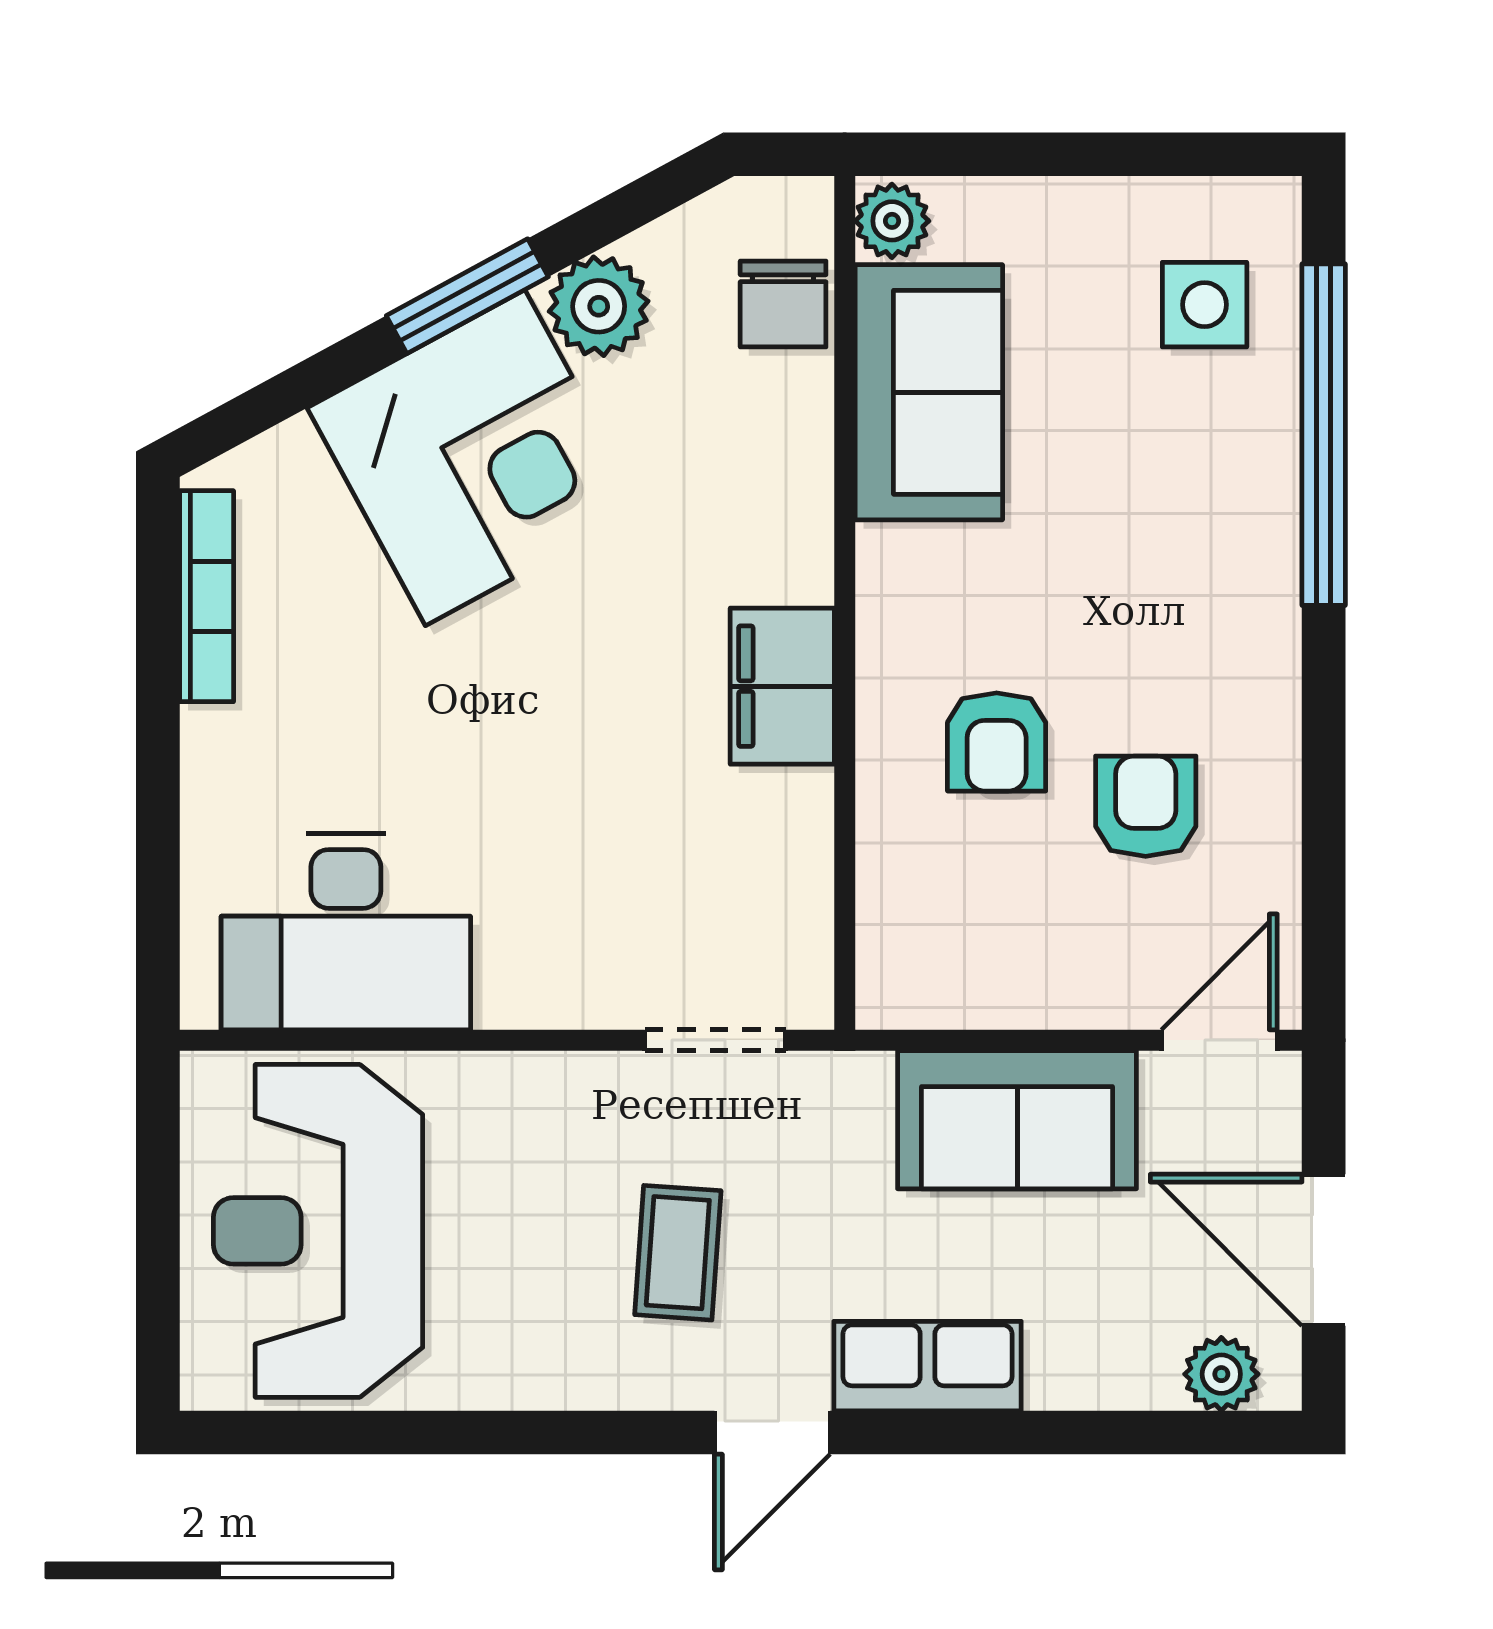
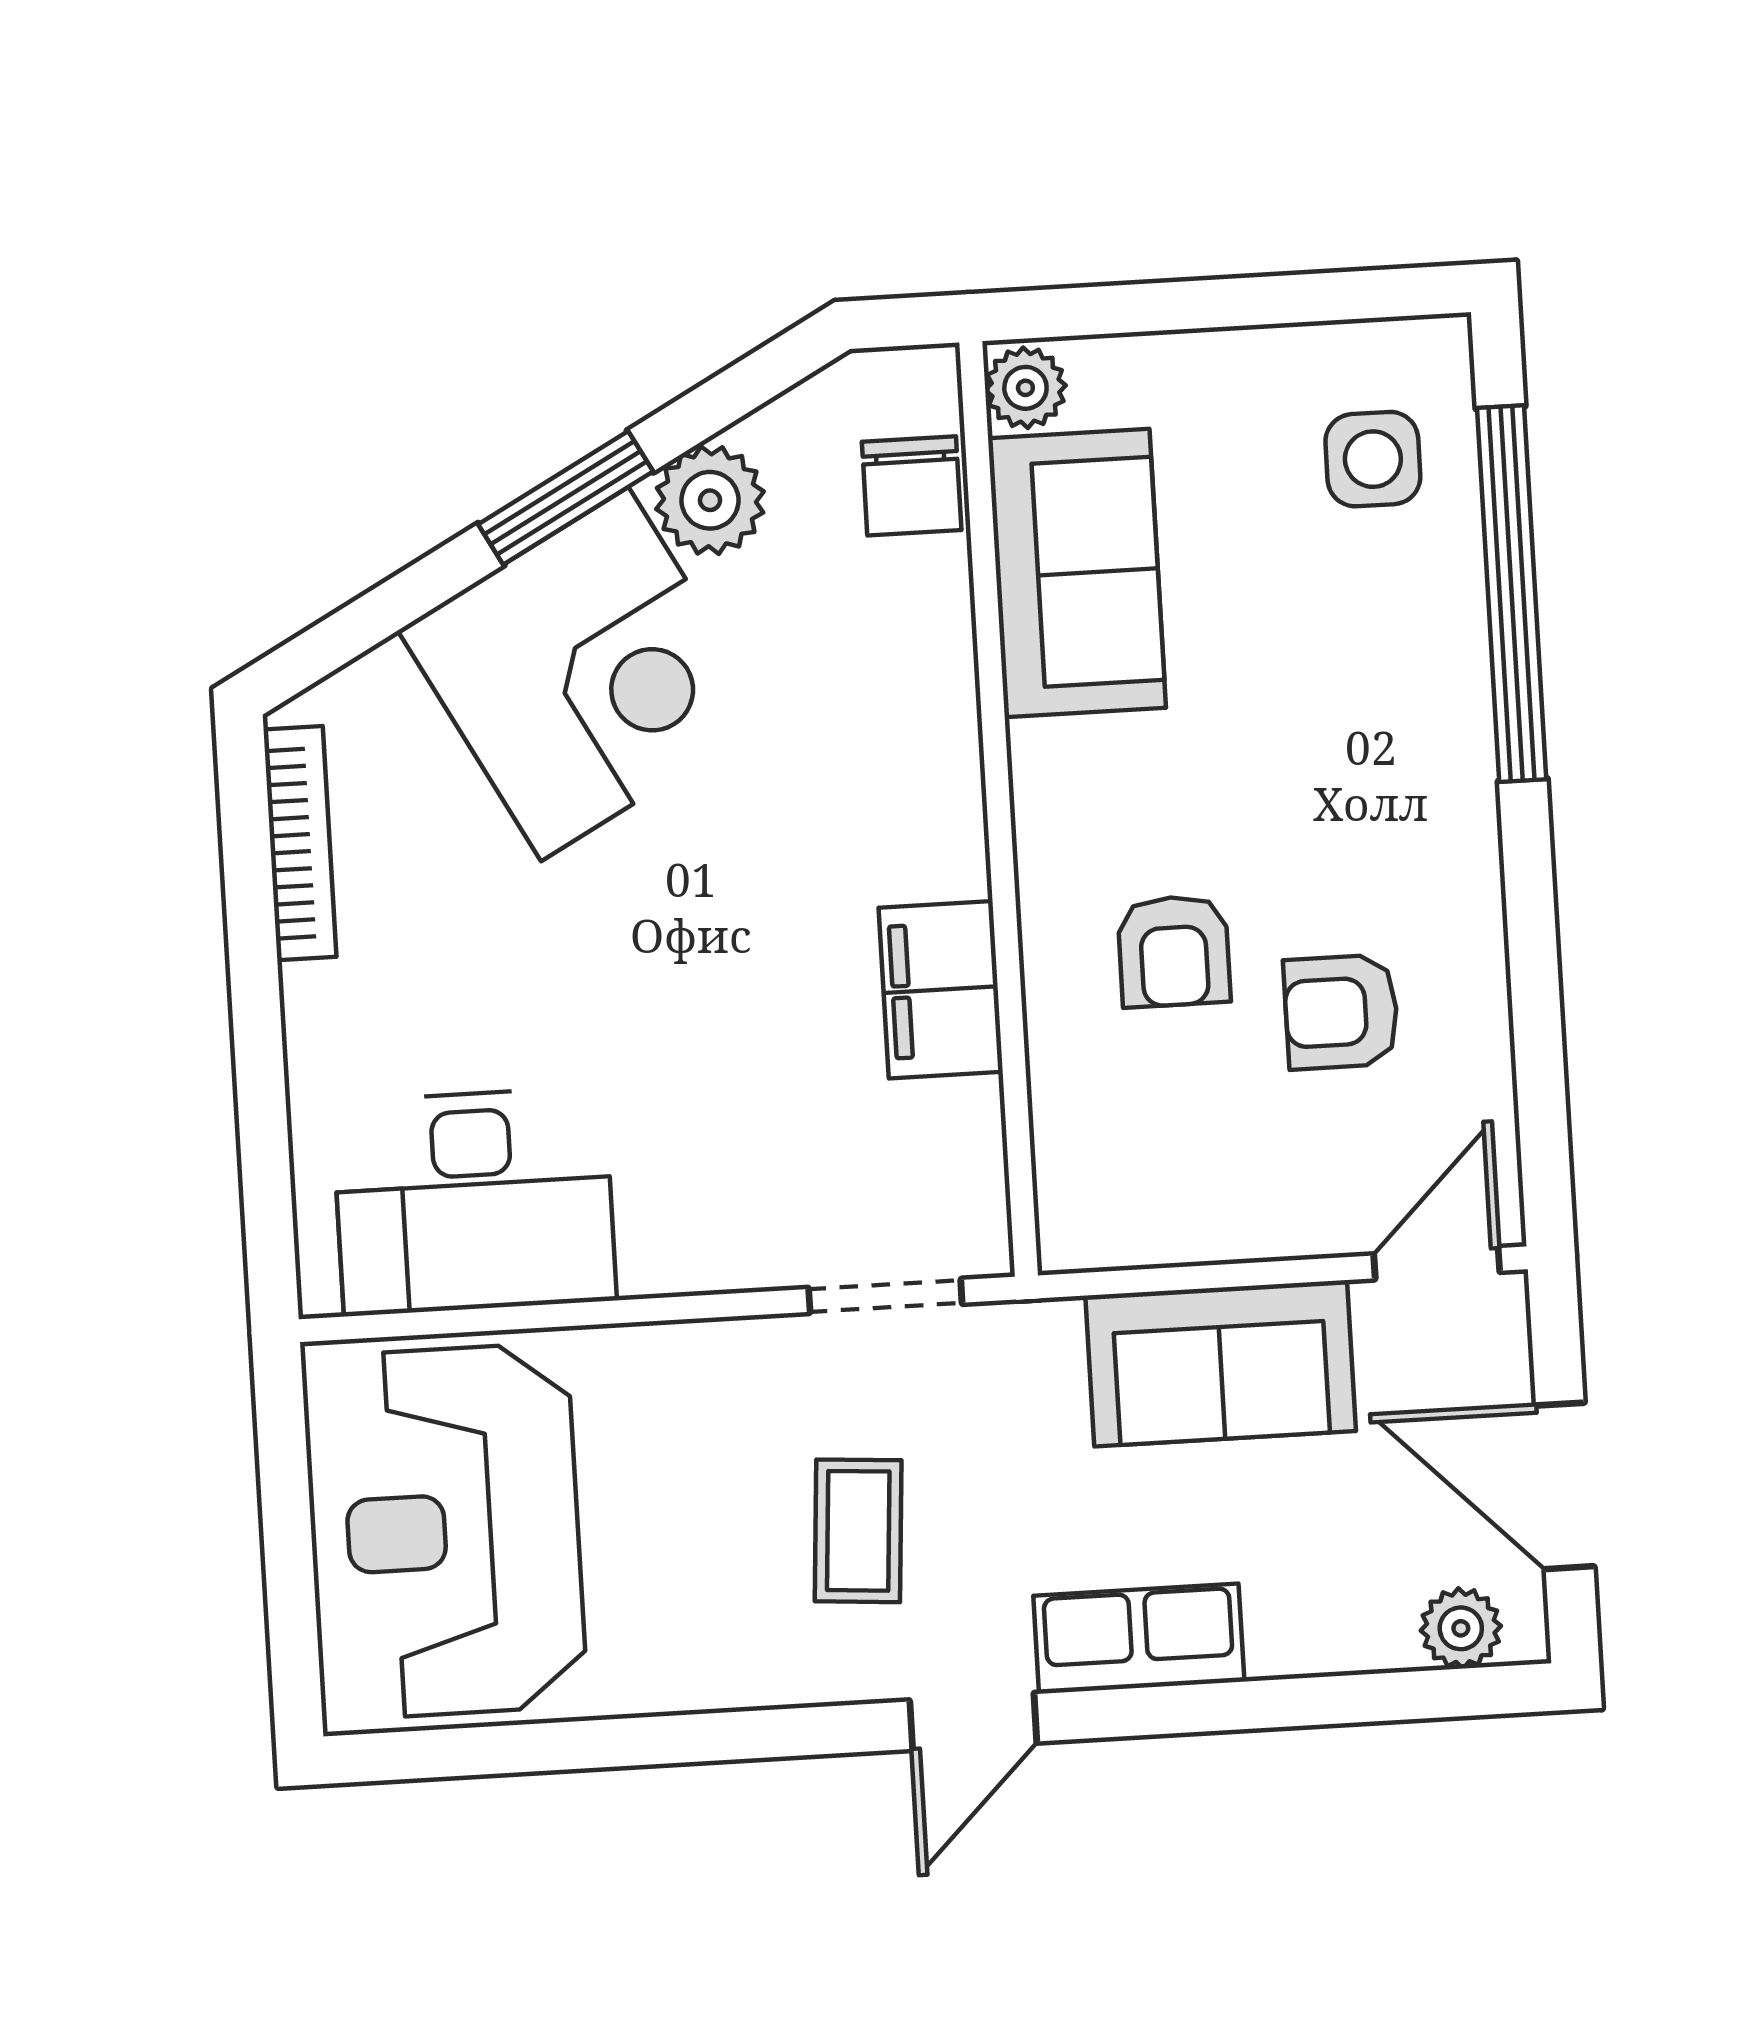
filing cabinet: (782, 686) -> (941, 990), moved
armchair: (1146, 806) -> (1341, 1012), turned -90

